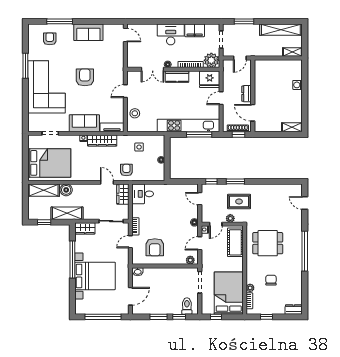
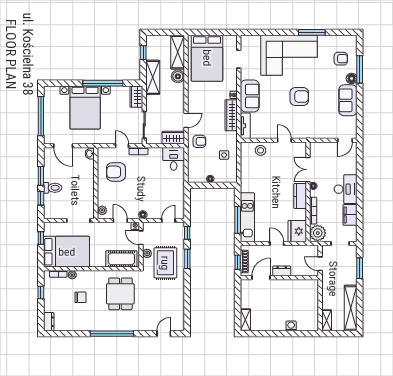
floor lamp: (68, 29) -> (352, 78), added
kitchen unit: (188, 125) -> (247, 217), width x0.73
rug: (239, 201) -> (165, 263), width x1.36, depth x1.43
toilet: (187, 306) -> (53, 188), moved

